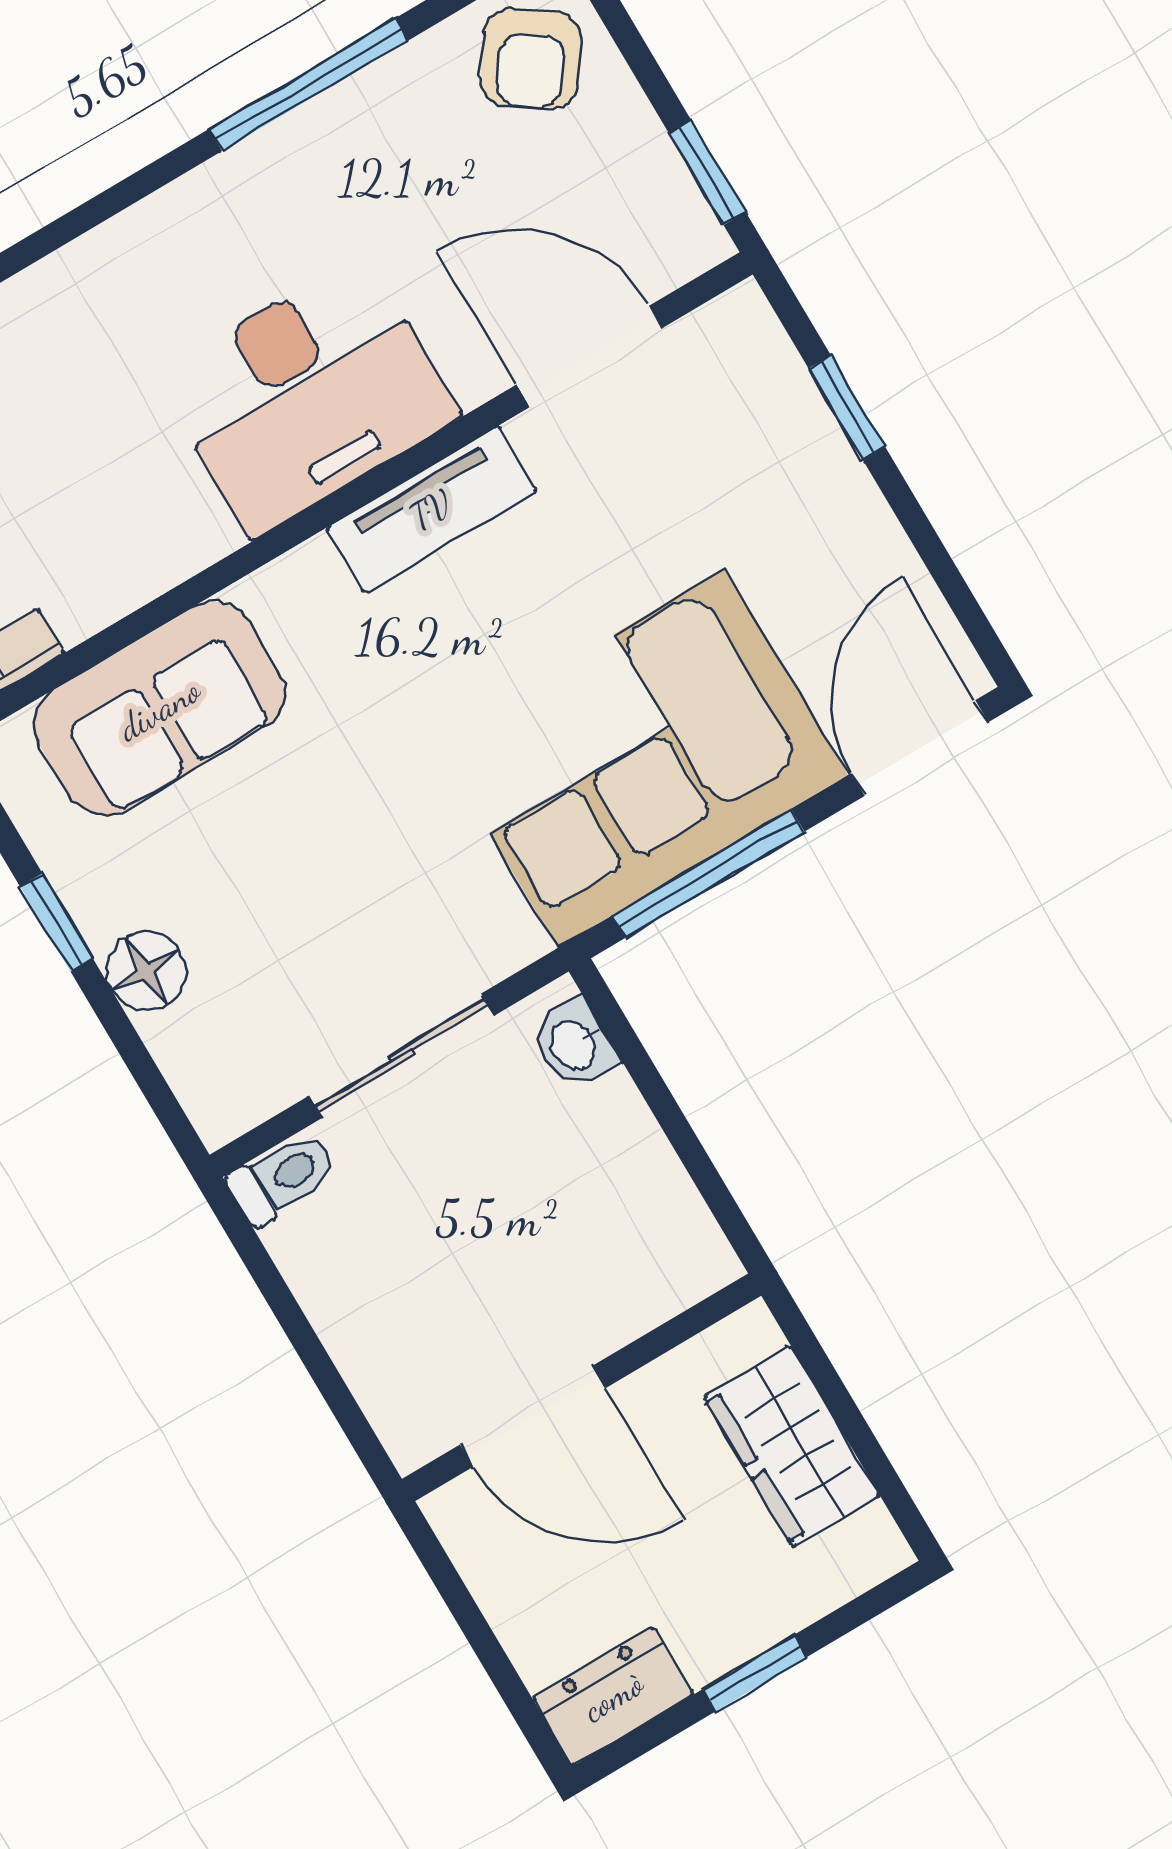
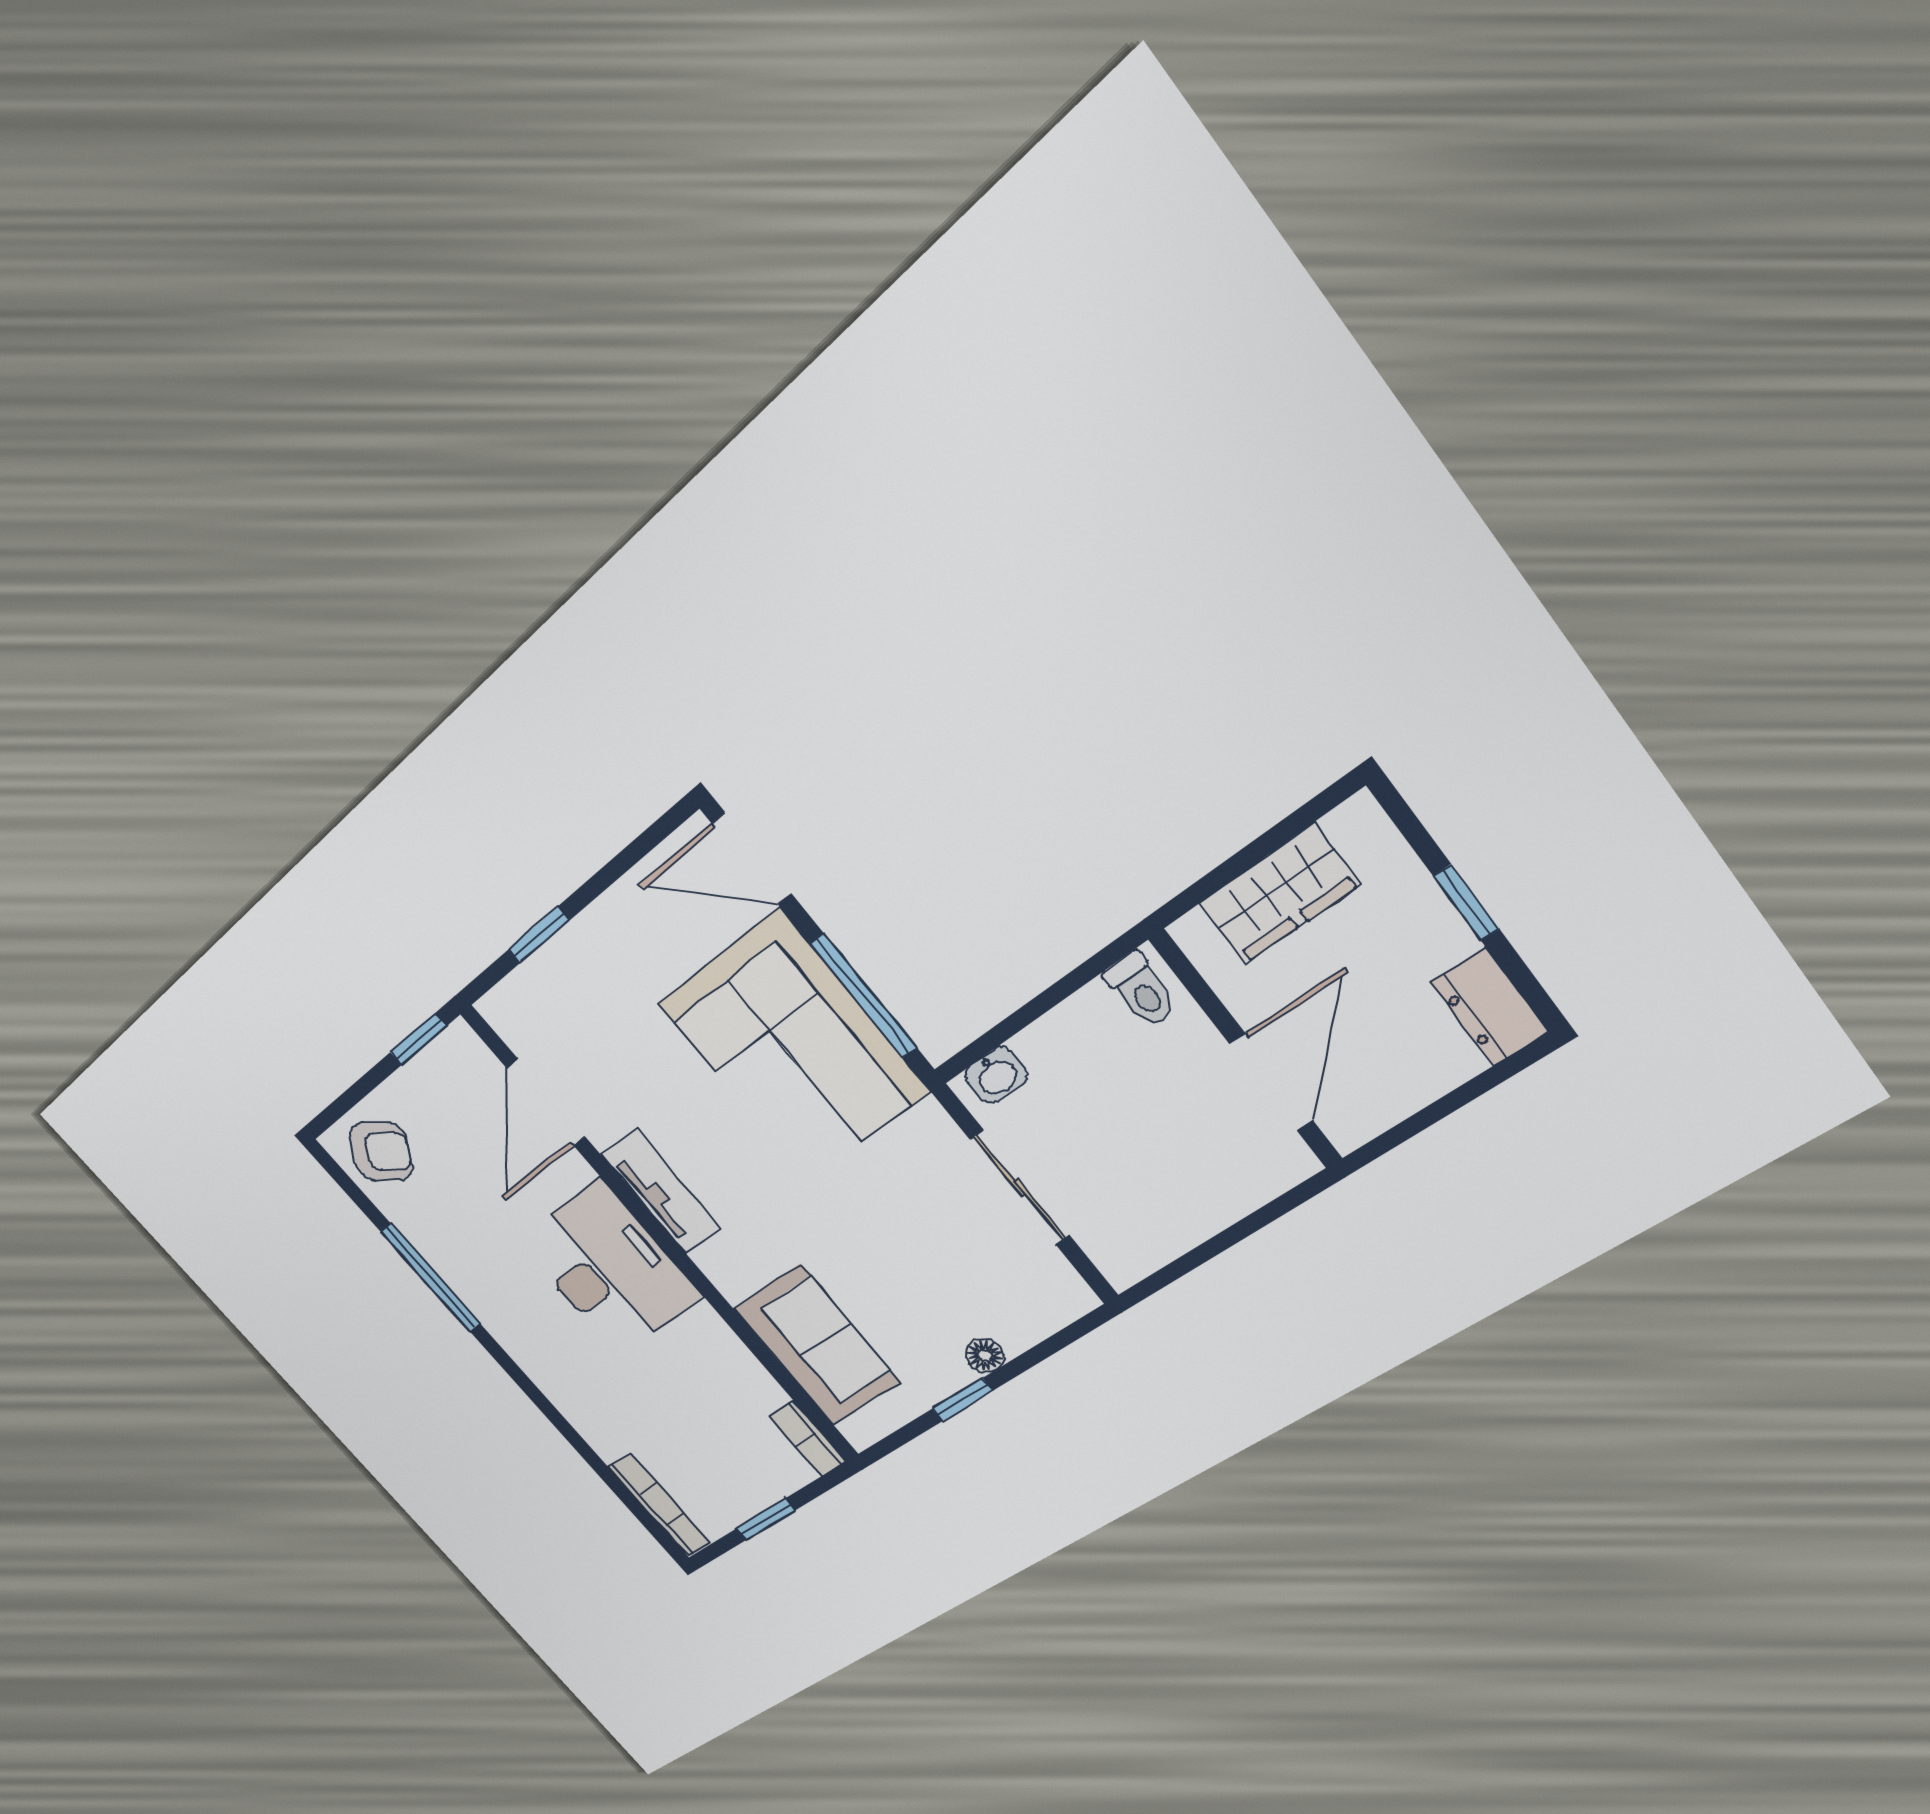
floor lamp: (146, 971) -> (985, 1355), width x0.73, depth x0.73
toilet: (282, 1178) -> (1141, 990), moved, turned 180

